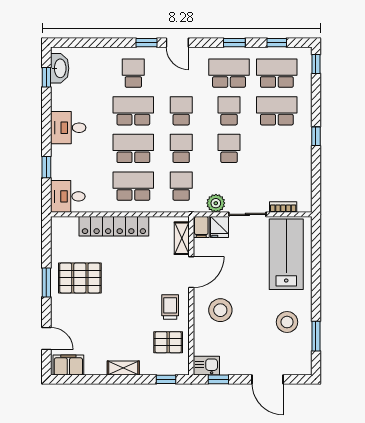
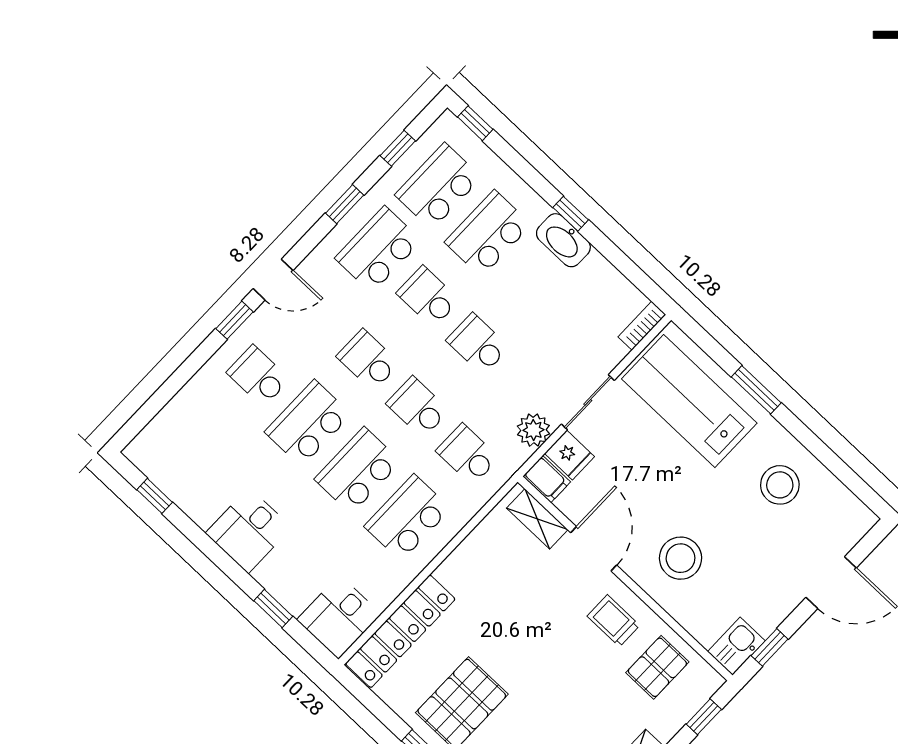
washbasin: (60, 68) -> (563, 240), moved, turned 180
bookcase: (283, 207) -> (642, 326), moved
locker: (114, 226) -> (400, 631), moved
window: (316, 336) -> (756, 390), moved

